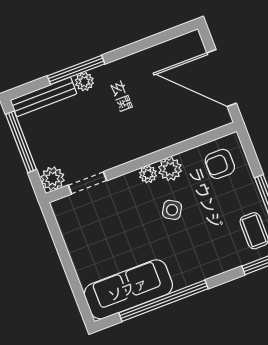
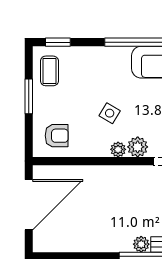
door: (222, 78) -> (29, 205), hinge flipped
plant: (170, 169) -> (138, 147), moved

